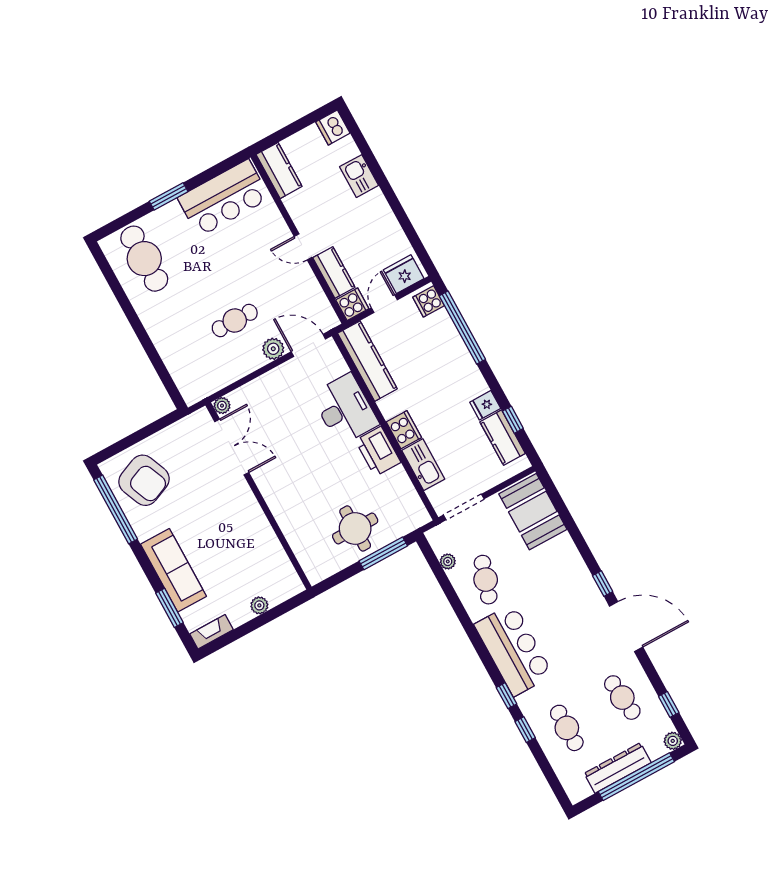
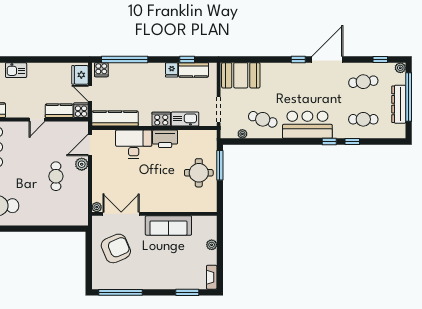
armchair: (144, 480) -> (116, 248), moved
sofa: (174, 570) -> (168, 226), moved, turned 180

